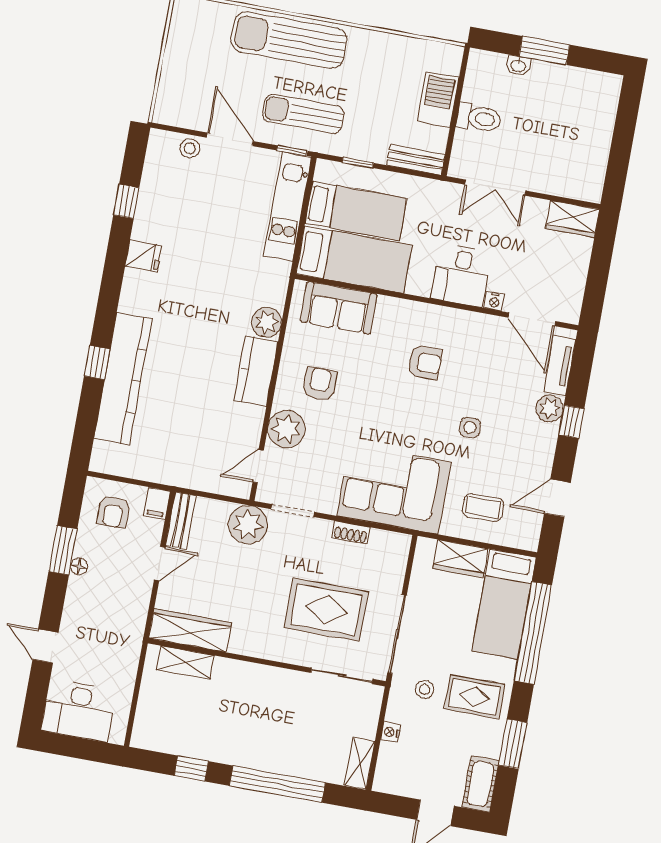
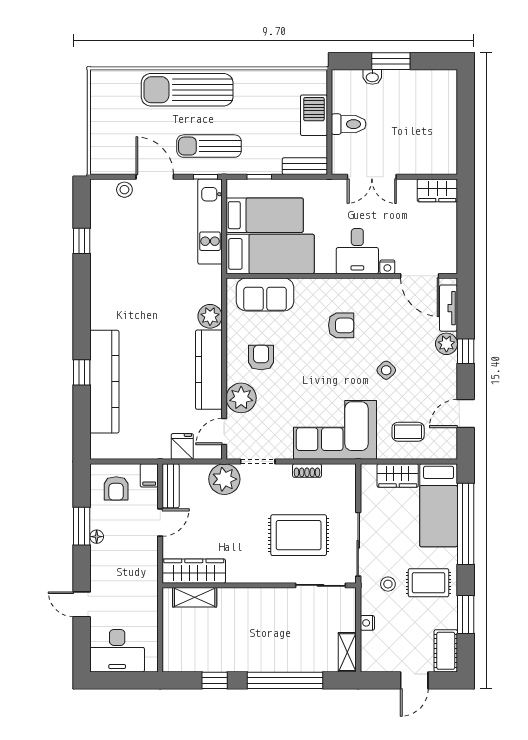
fridge: (143, 256) -> (182, 446), moved, turned -90
kitchen counter: (256, 371) -> (209, 370), width x1.50
side table: (470, 427) -> (386, 370), turned 45

